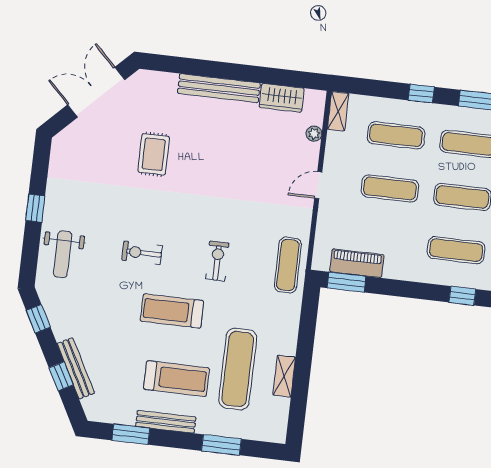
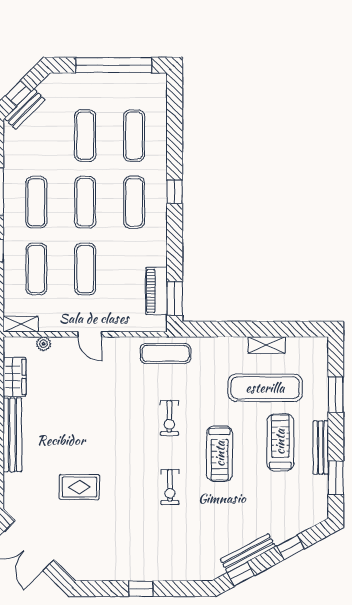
weight bench: (63, 254) -> (180, 559), removed
exercise bike: (217, 261) -> (169, 418), turned -90
bench: (76, 368) -> (248, 553), moved

